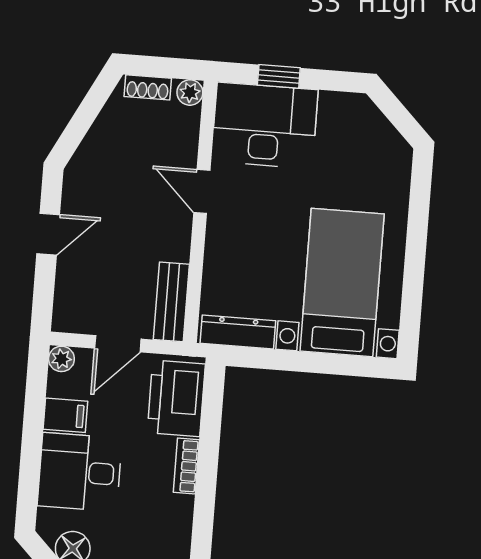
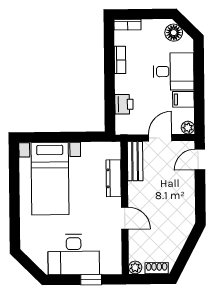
desk: (265, 125) -> (74, 254), moved
door: (48, 234) -> (200, 160), moved
dresser: (238, 332) -> (114, 178), moved, turned 90
printer: (176, 398) -> (124, 104), width x0.53, depth x0.68
bookcase: (186, 466) -> (120, 60), moved

